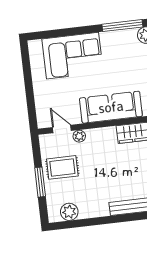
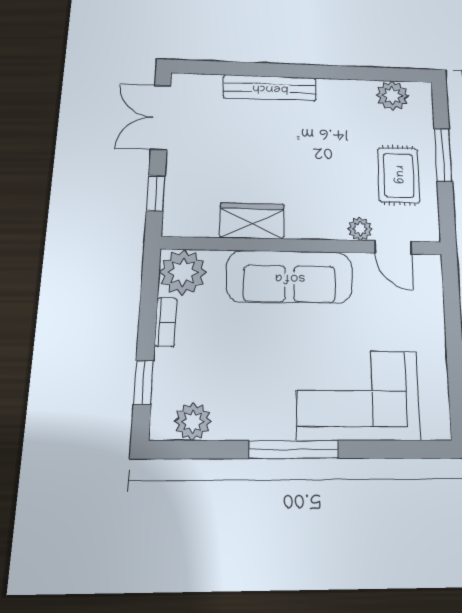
window: (122, 26) -> (294, 449), moved
rug: (62, 167) -> (399, 175), turned 90

